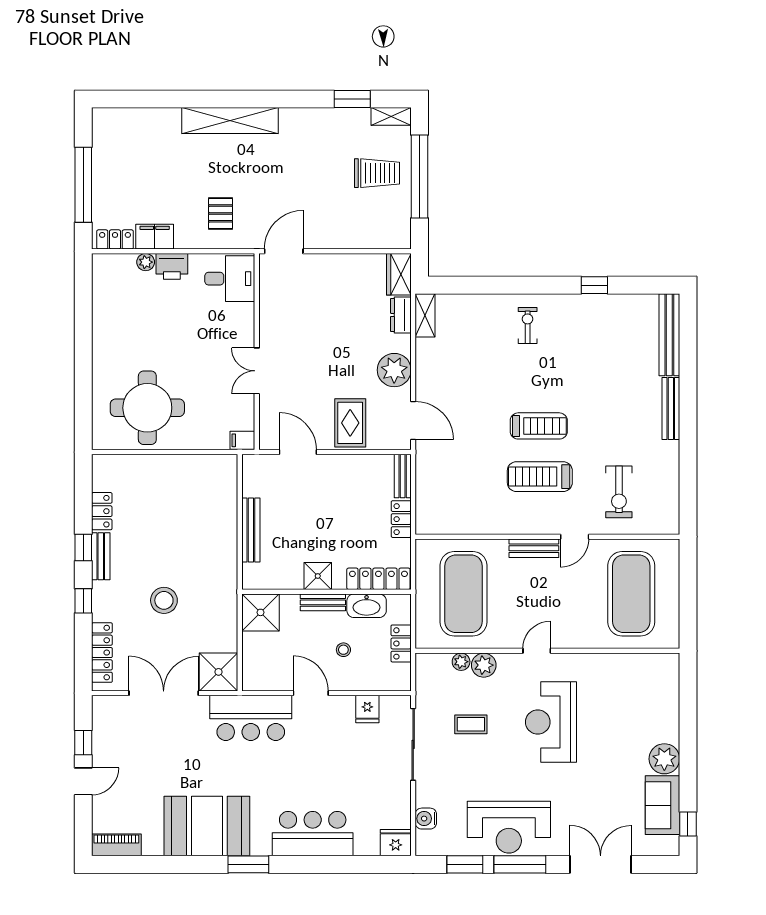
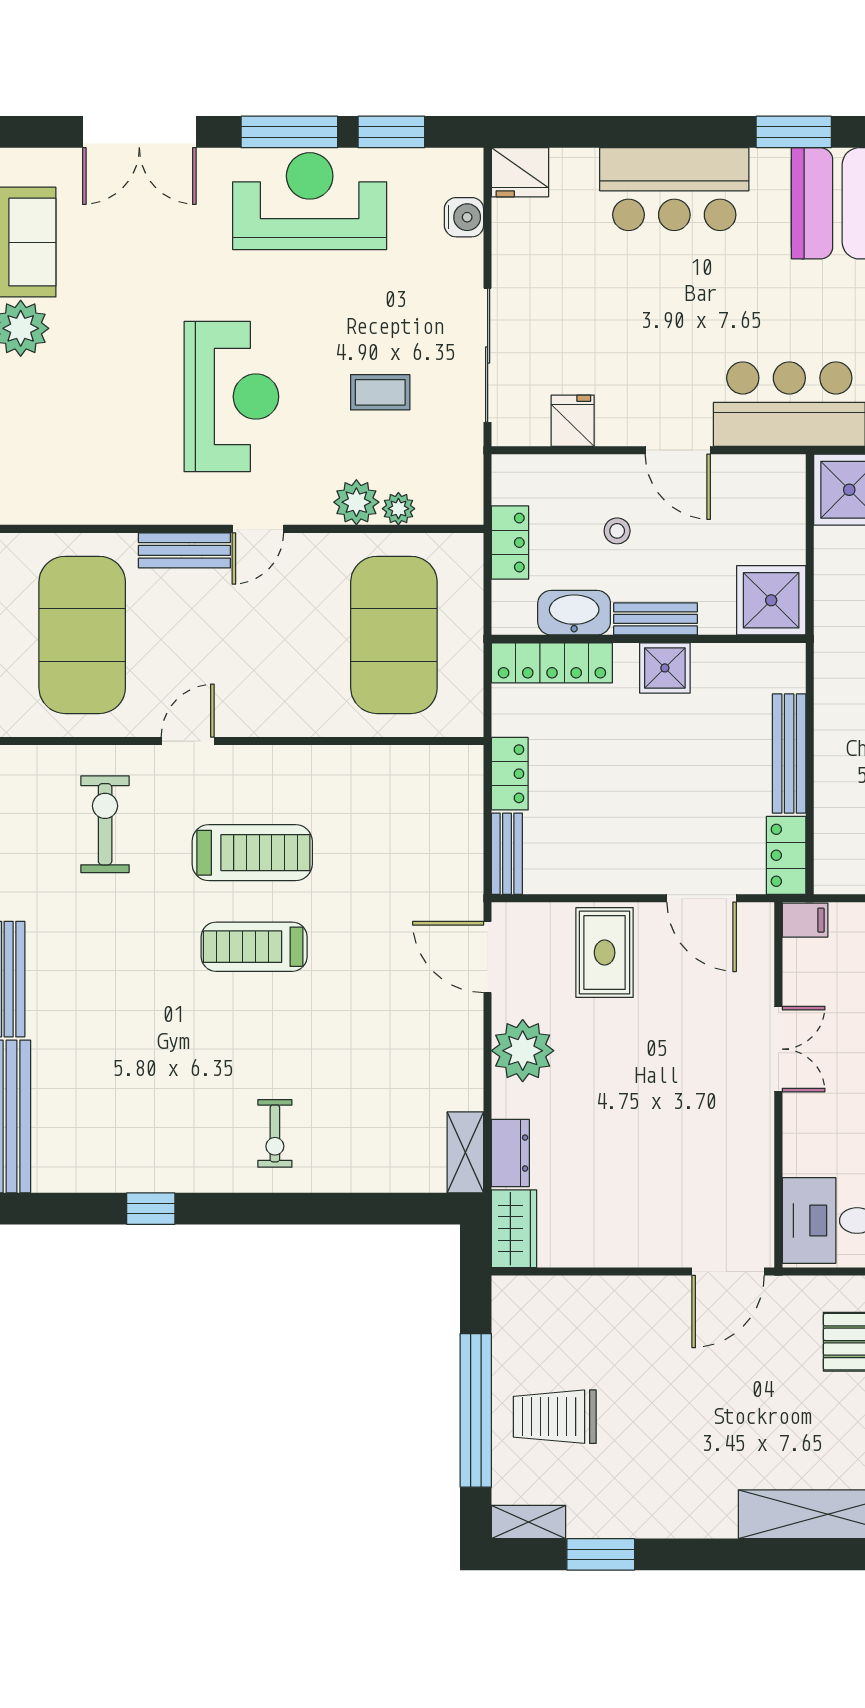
locker: (252, 475) -> (786, 855), added
bench: (534, 548) -> (184, 550), moved

